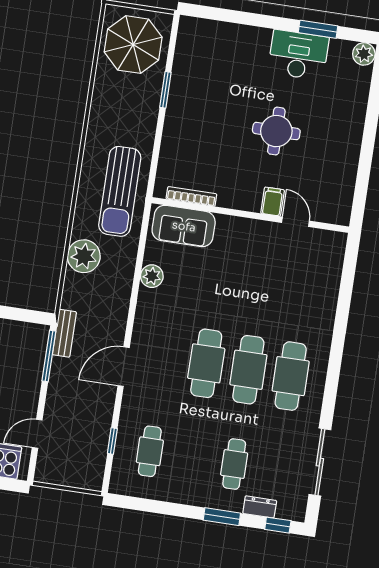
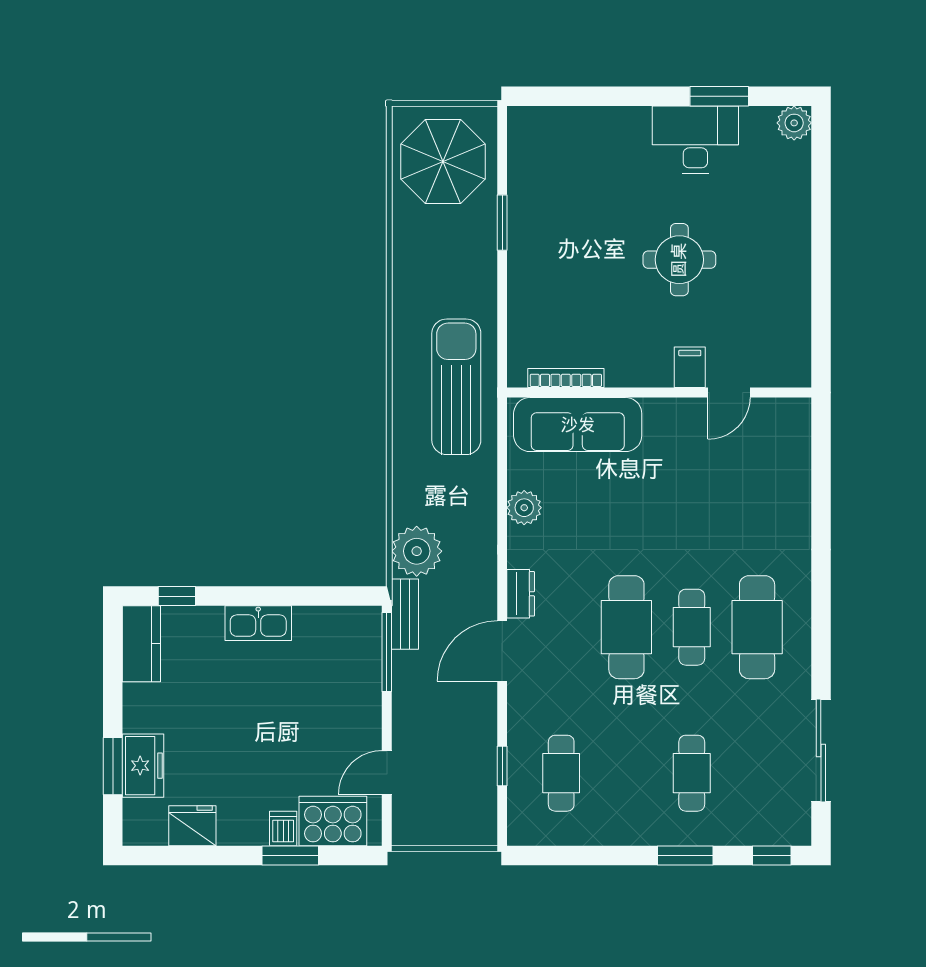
sun lounger: (120, 191) -> (456, 387), turned 180
door: (295, 222) -> (729, 393), swing flipped
sofa: (184, 226) -> (578, 425), width x1.36
plant: (84, 256) -> (417, 551), moved
cafe table: (248, 370) -> (692, 627), width x0.73, depth x0.74
dresser: (260, 507) -> (521, 594), moved, turned 90

